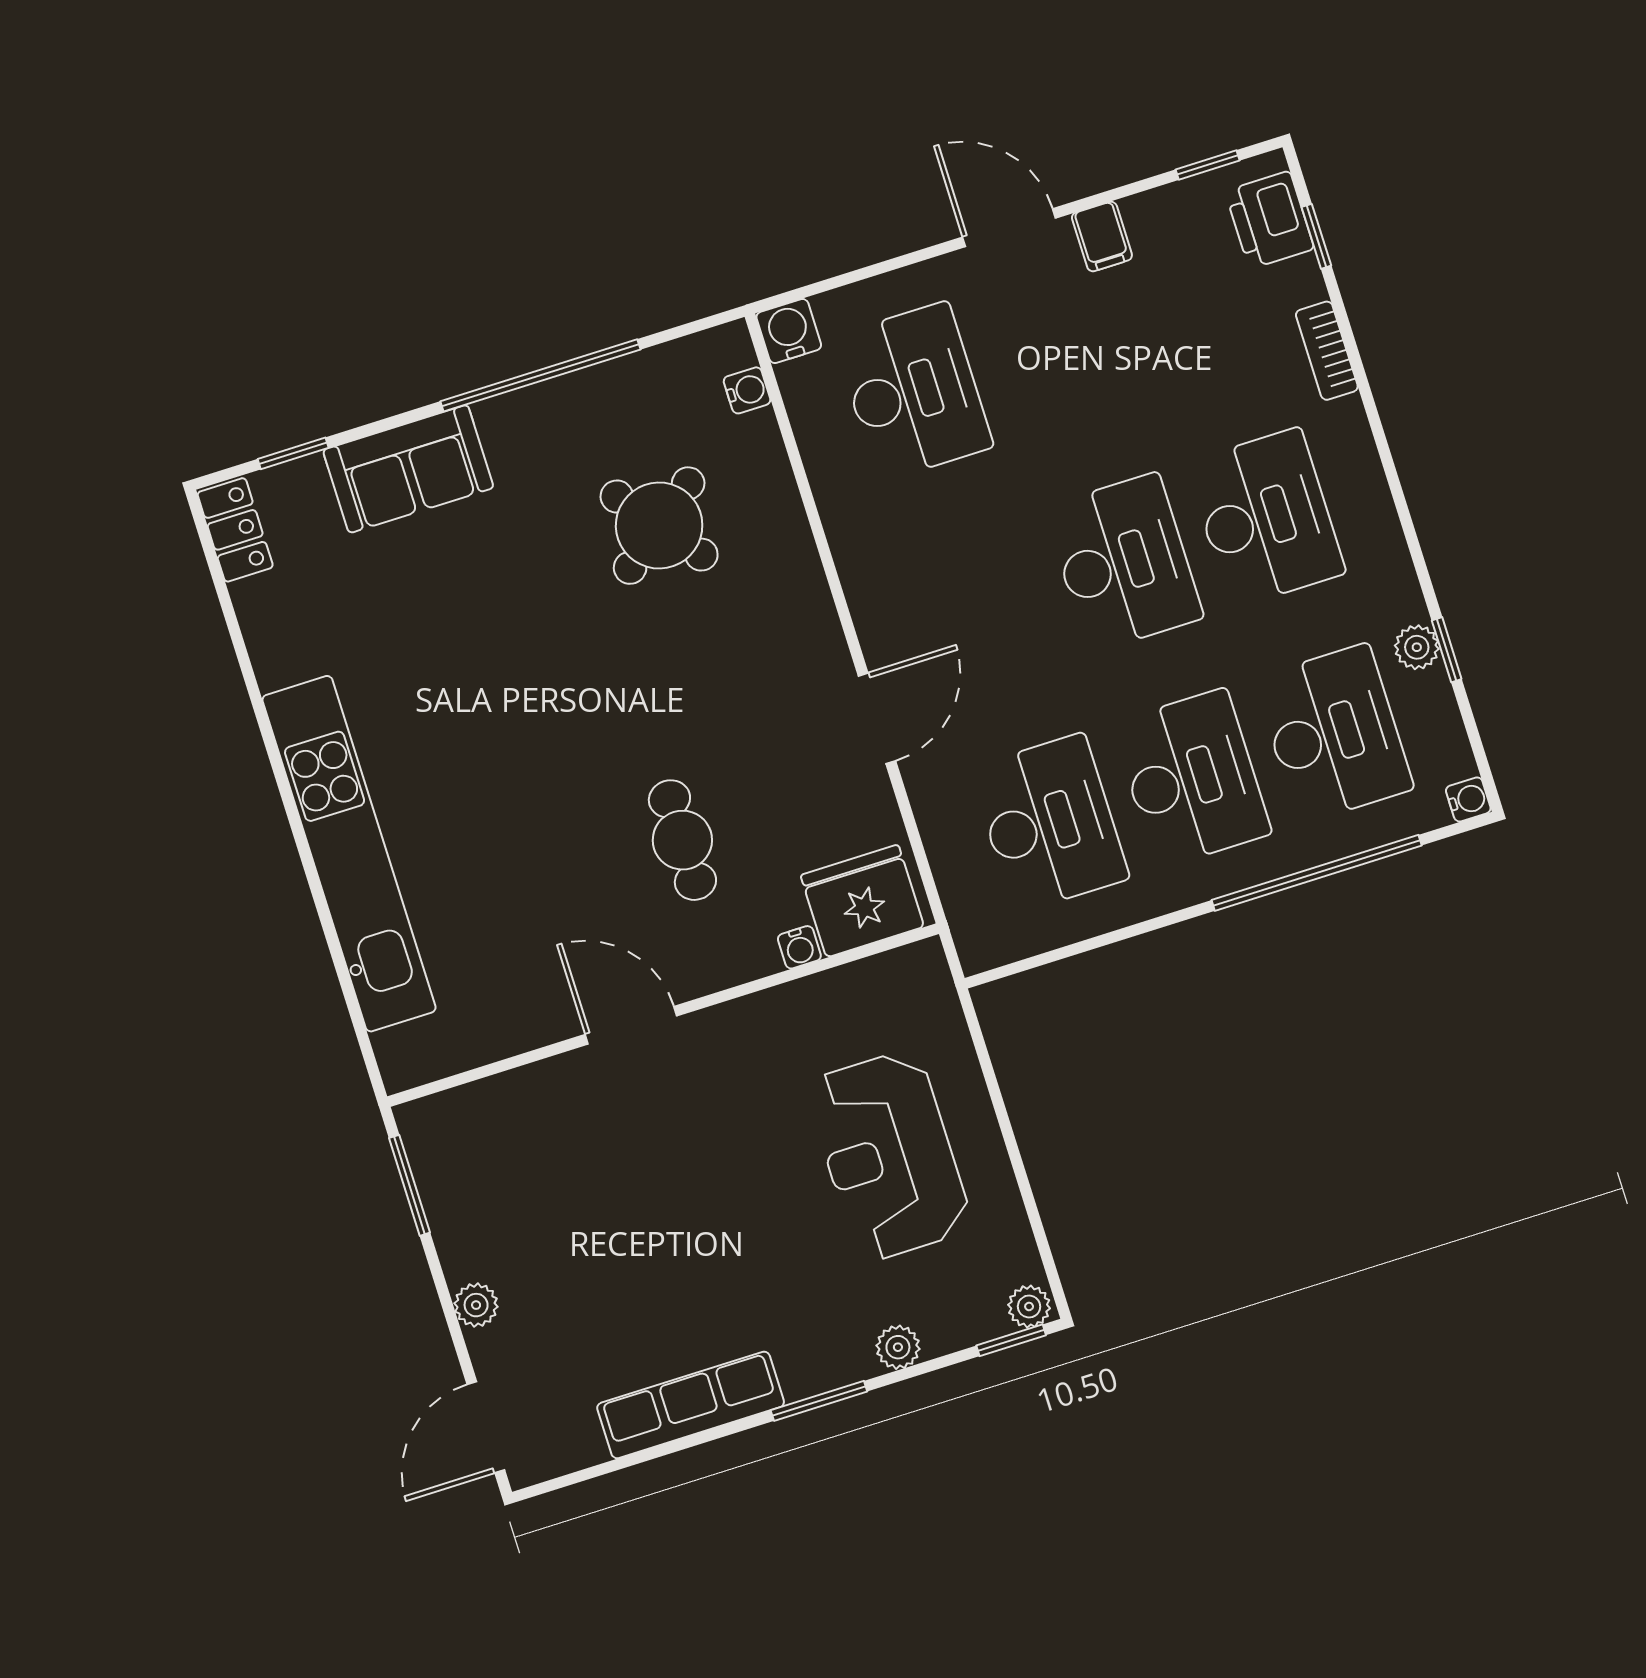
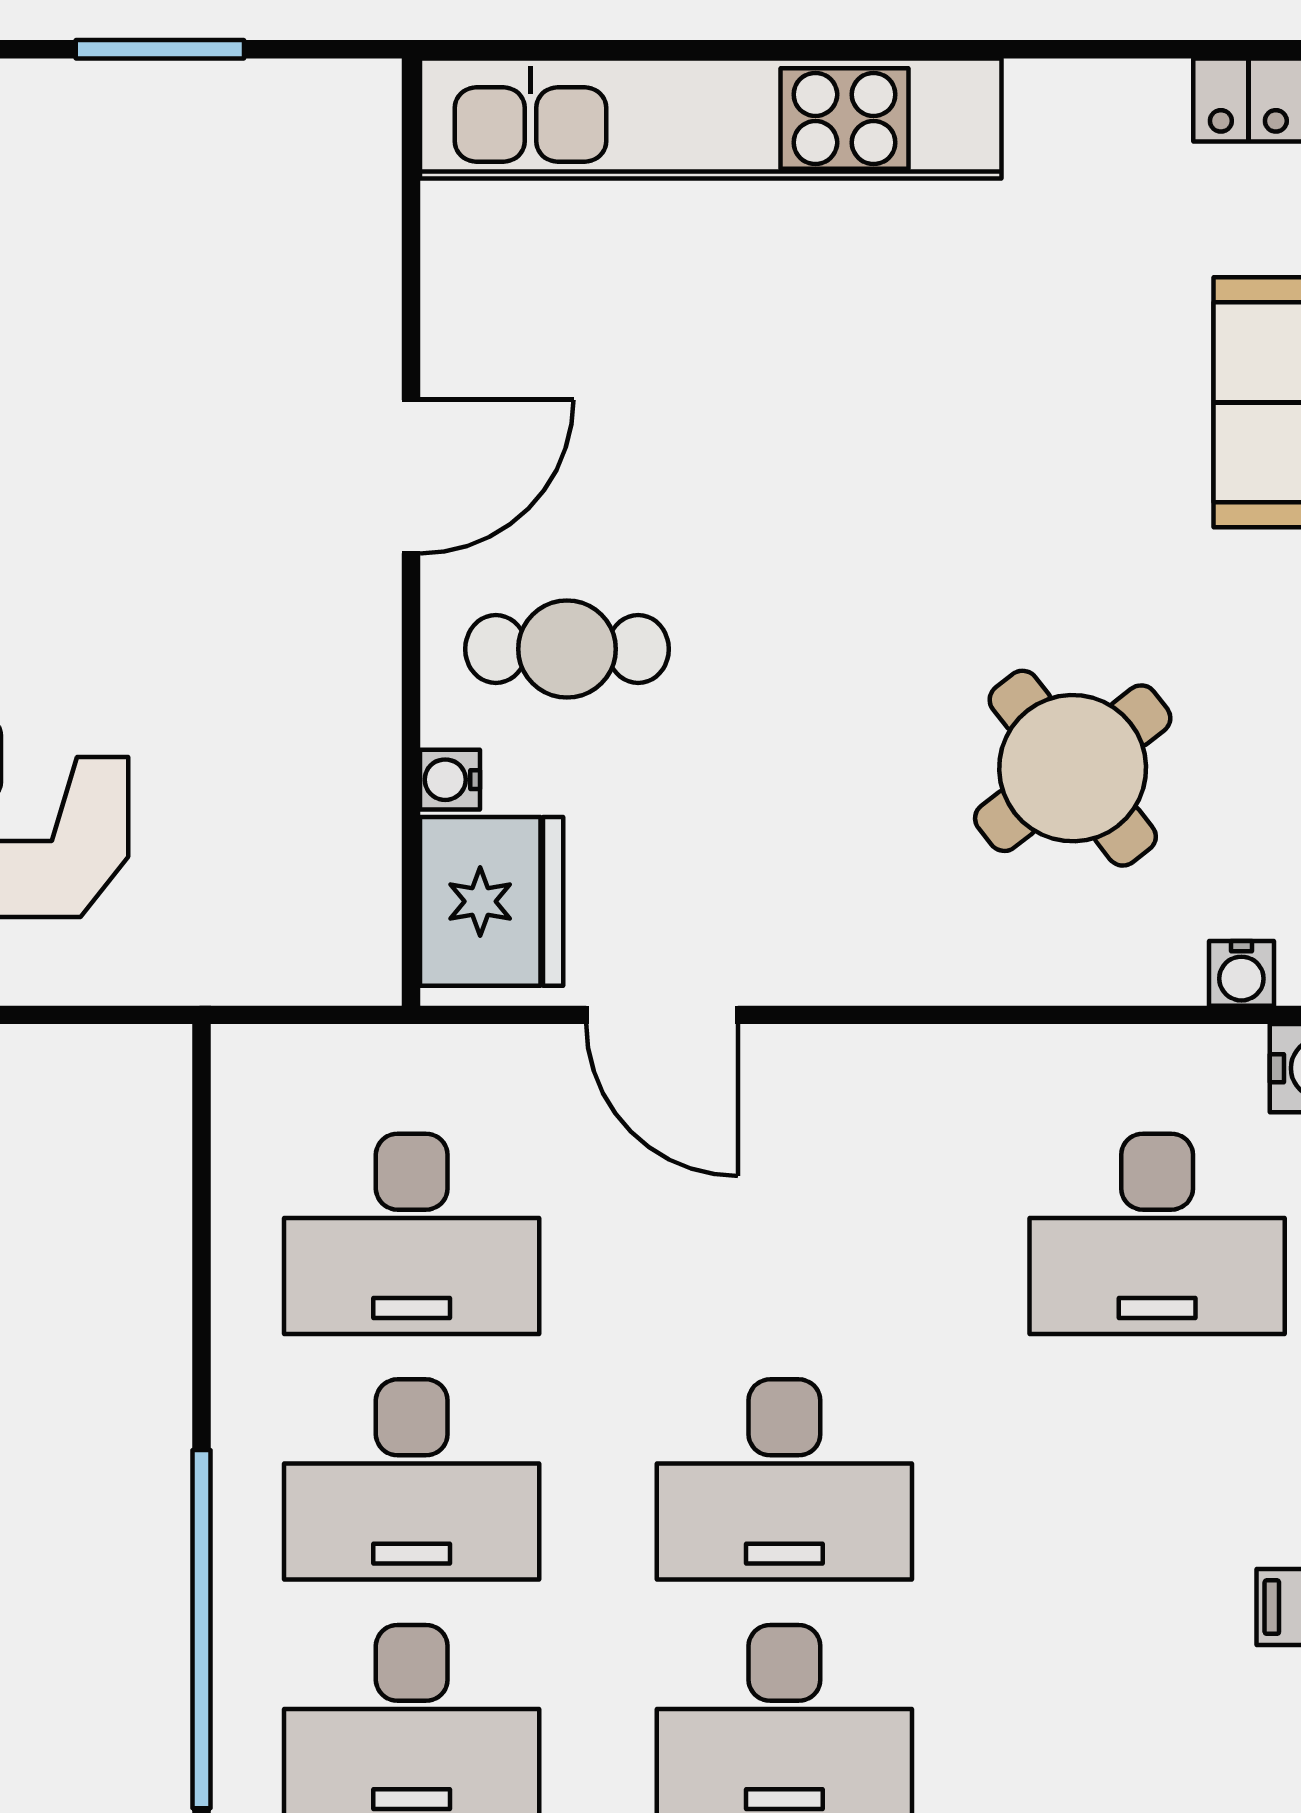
fridge: (862, 901) -> (492, 901), moved
water cooler: (799, 947) -> (450, 780), moved
wall: (663, 1015) -> (411, 532), moved
door: (631, 1025) -> (411, 477), moved

